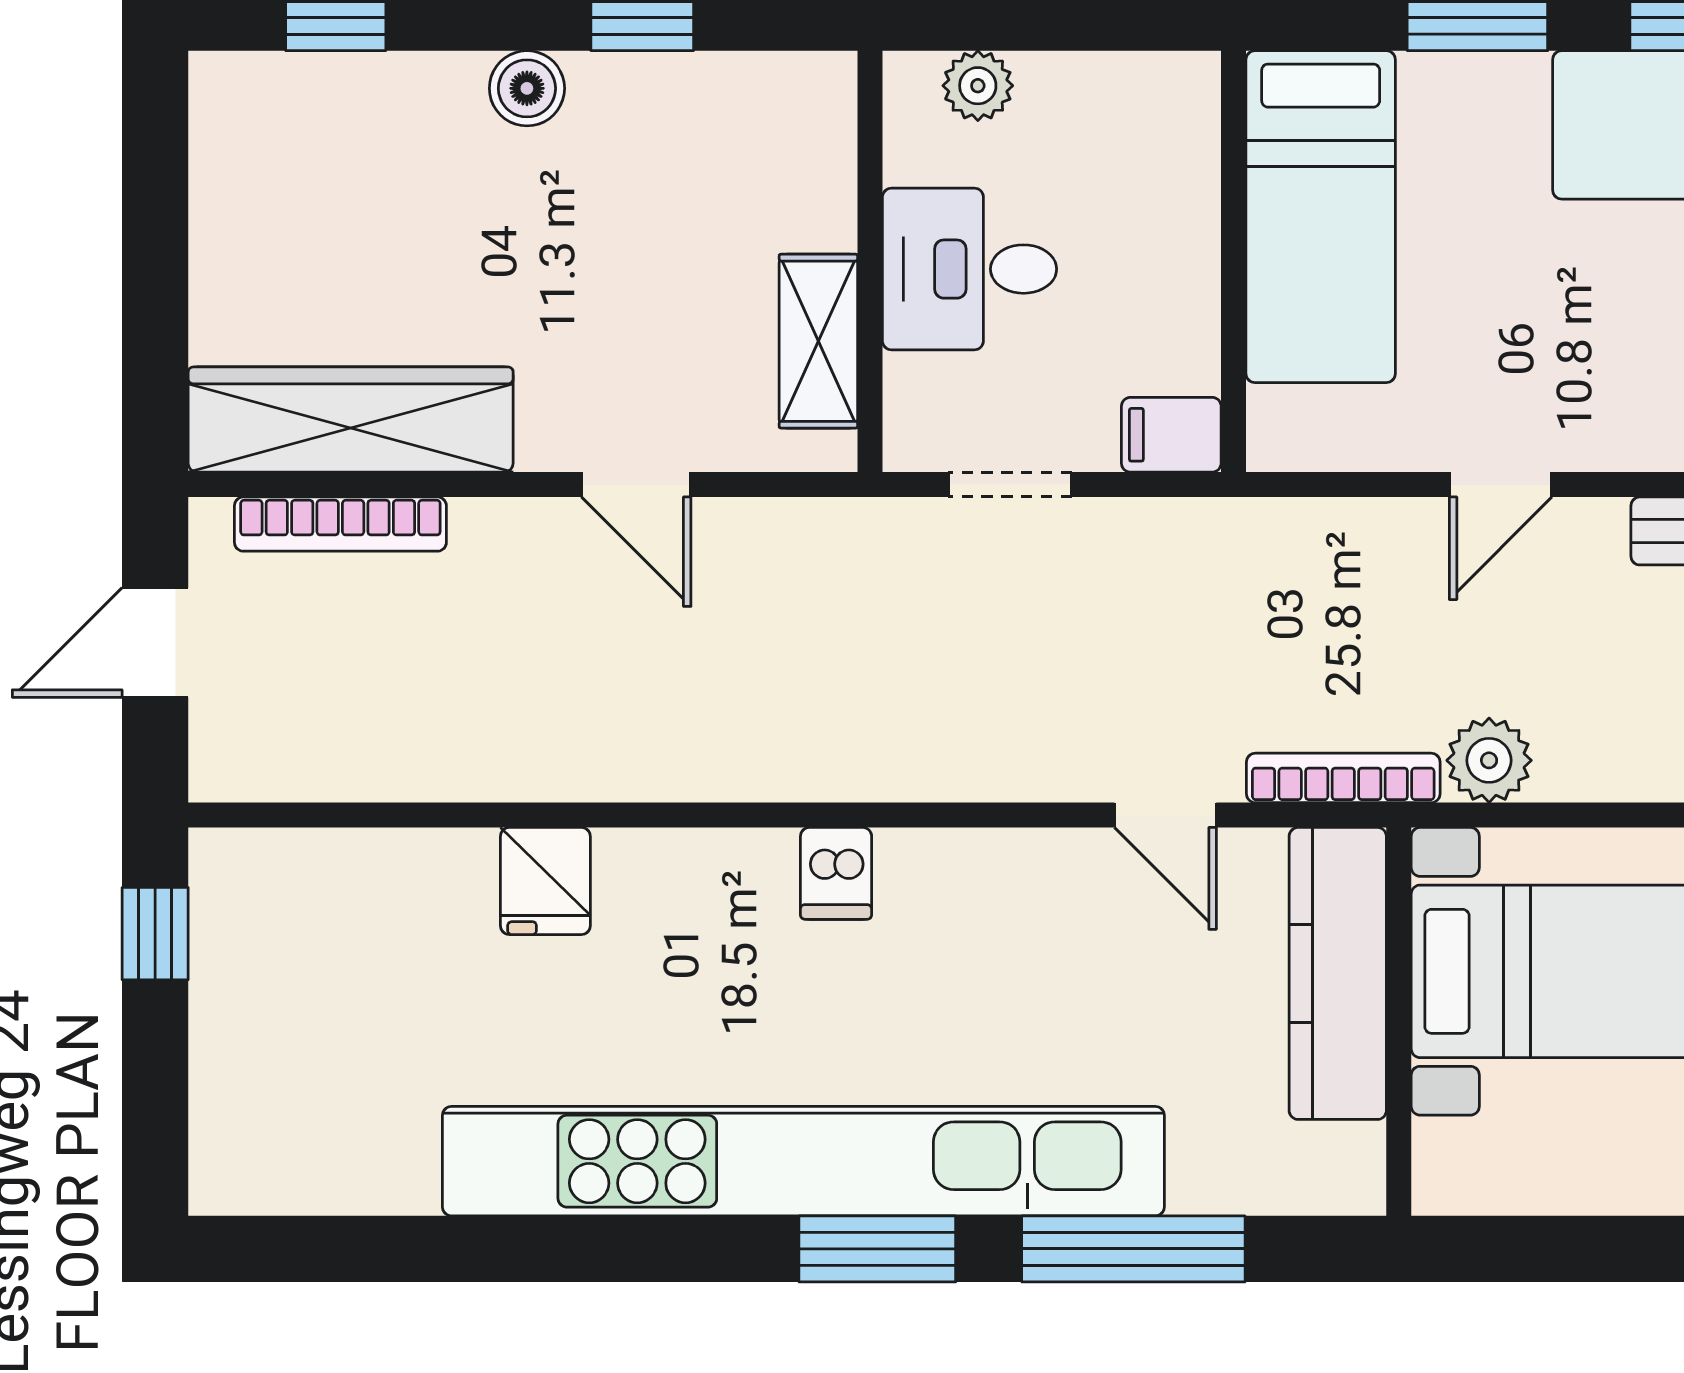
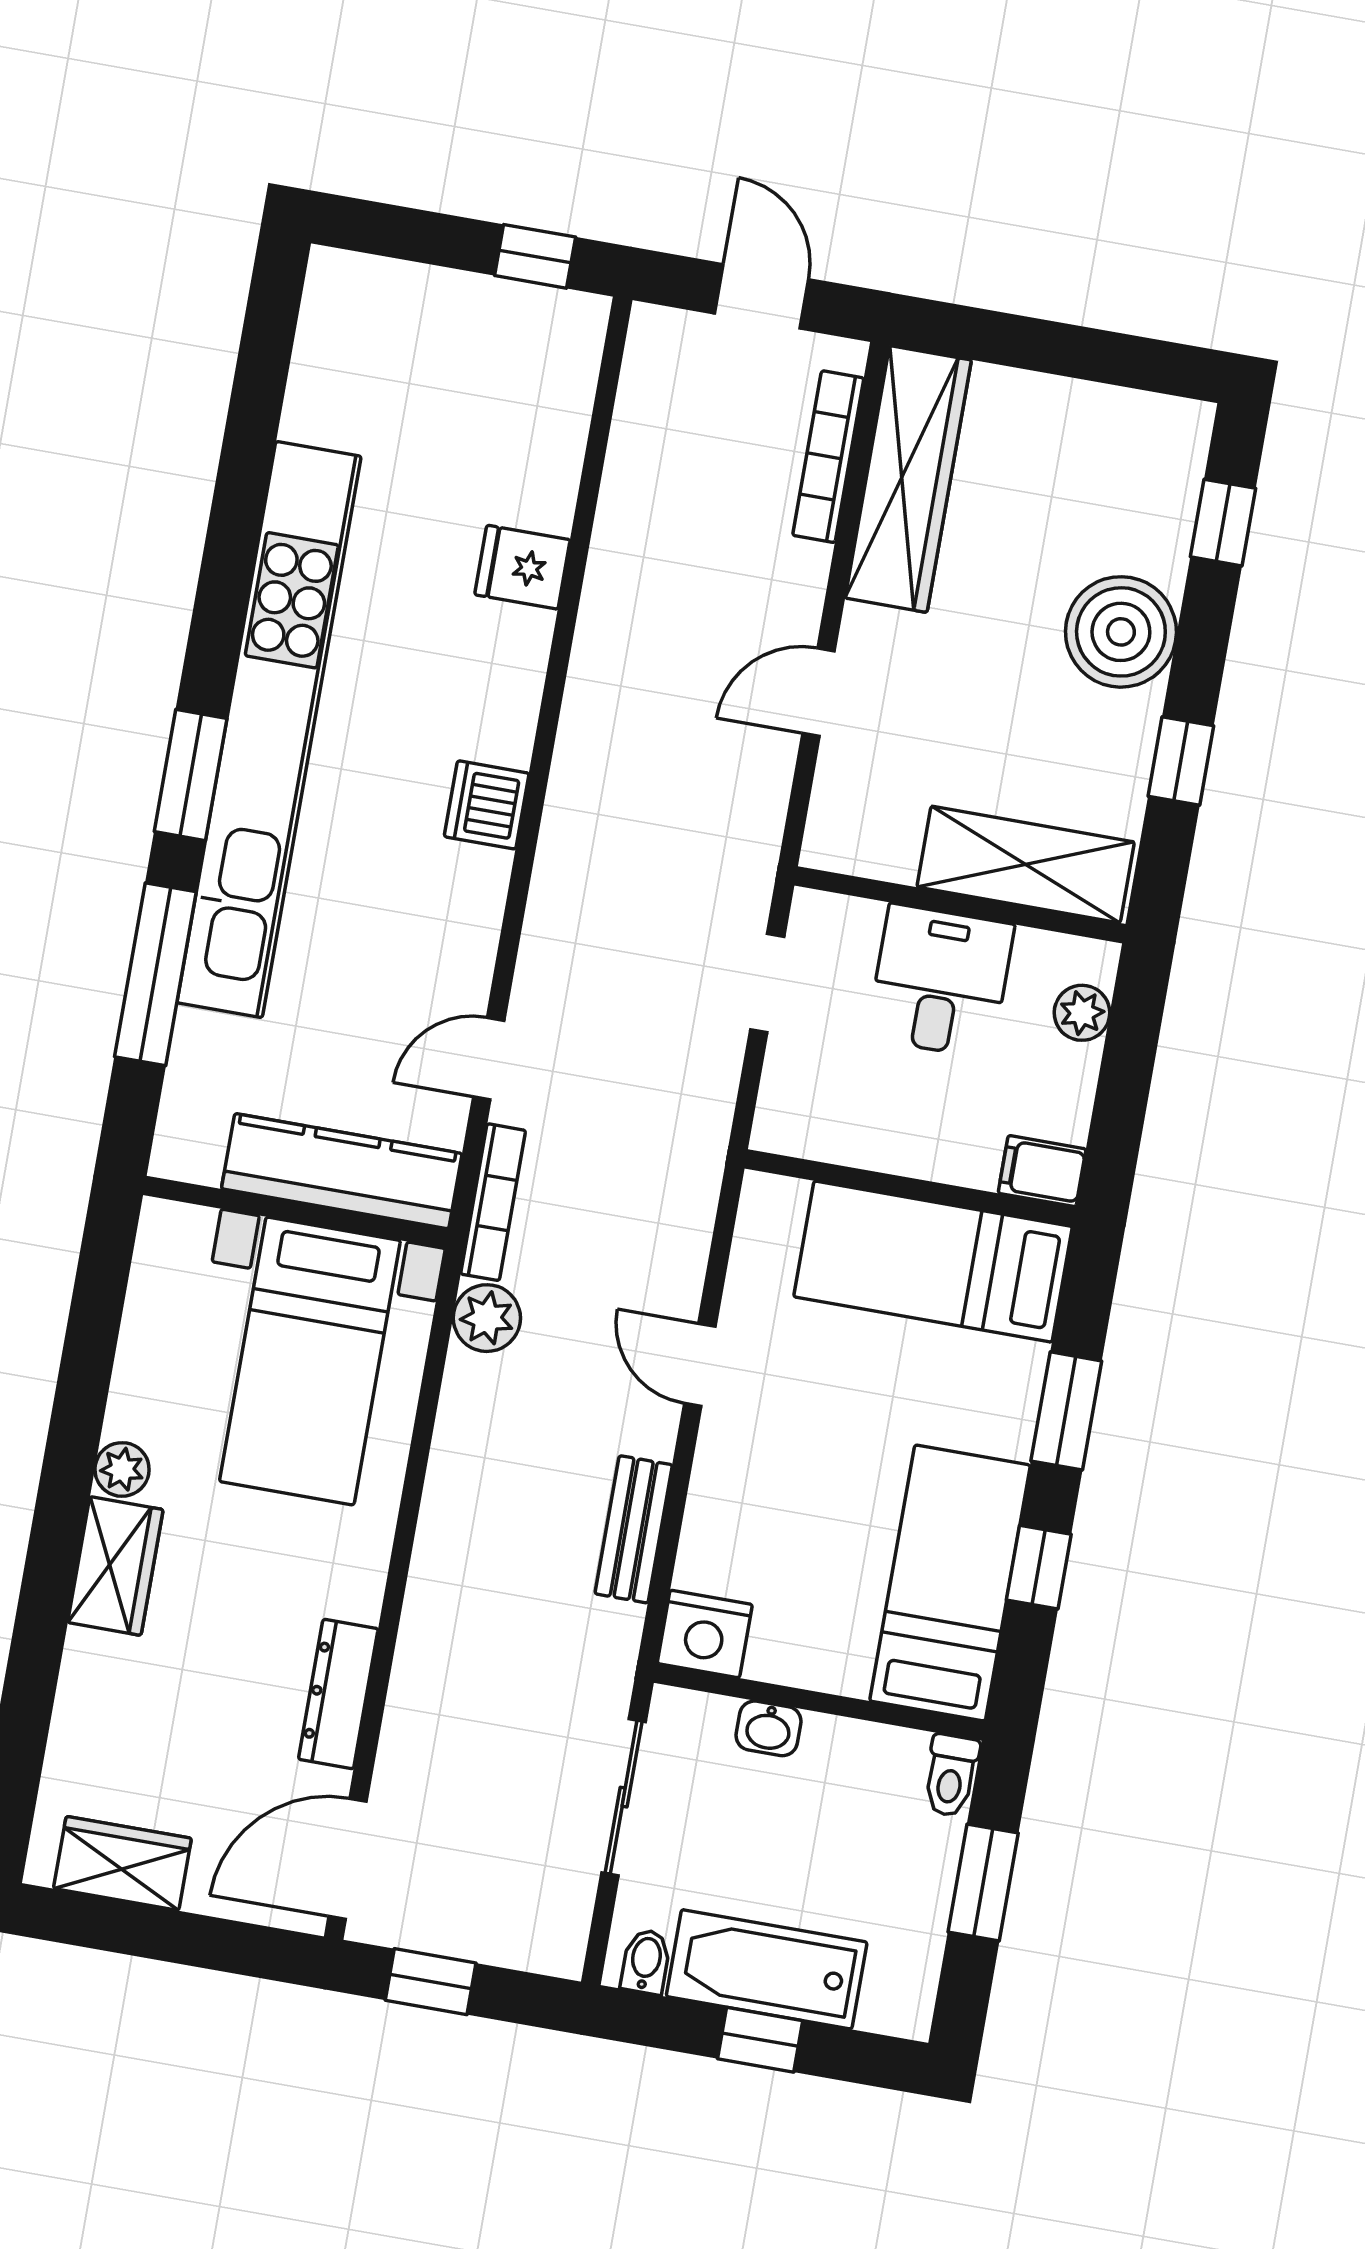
boiler: (527, 88) -> (1121, 632), width x1.86, depth x1.86
shelving: (818, 341) -> (1026, 865), moved, width x1.50, depth x1.33
filing cabinet: (1171, 435) -> (1042, 1171), moved, turned -90
dishwasher: (836, 873) -> (487, 805), width x1.38

